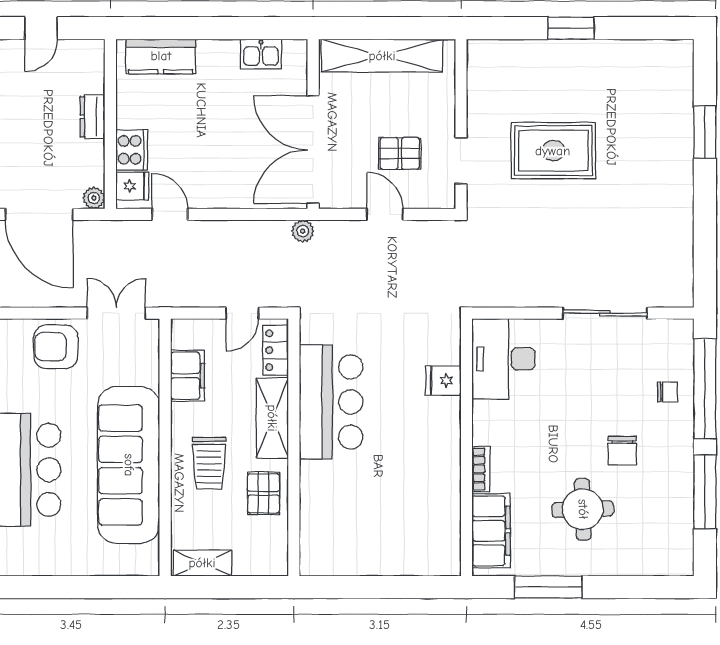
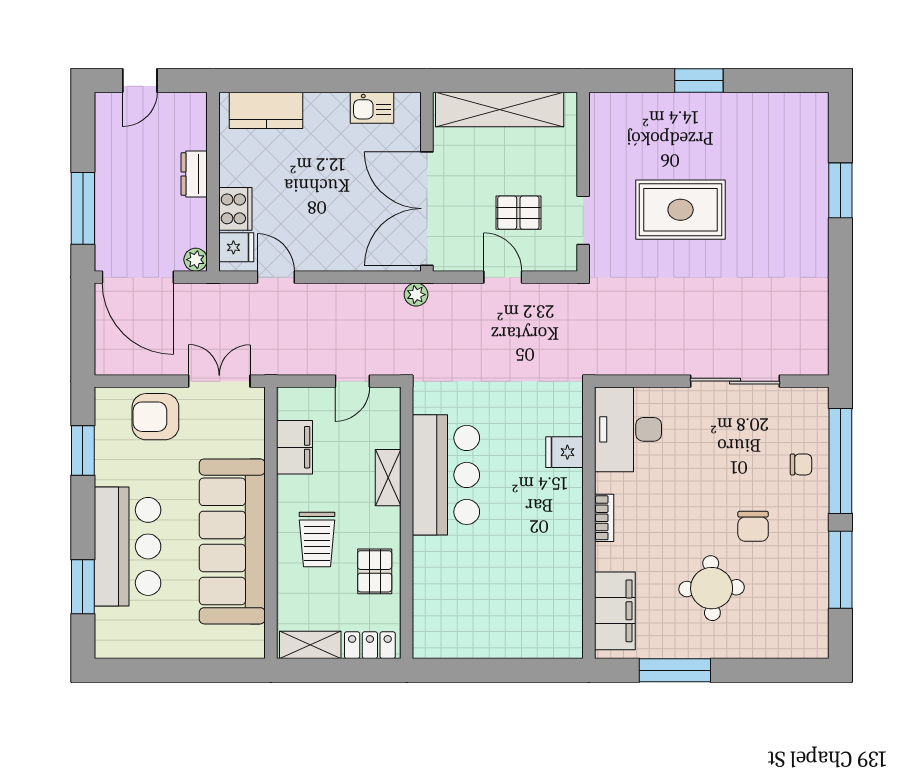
locker: (276, 350) -> (370, 645), moved, turned 90
shelving: (272, 418) -> (388, 478), width x0.67, depth x0.75
bookcase: (481, 469) -> (604, 518), moved

